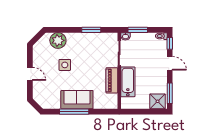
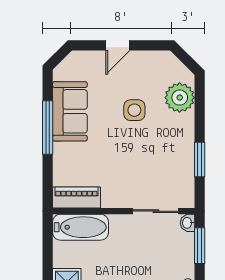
piano: (112, 80) -> (76, 197), moved
bathtub: (128, 82) -> (80, 227), moved
sofa: (77, 100) -> (70, 111), moved

